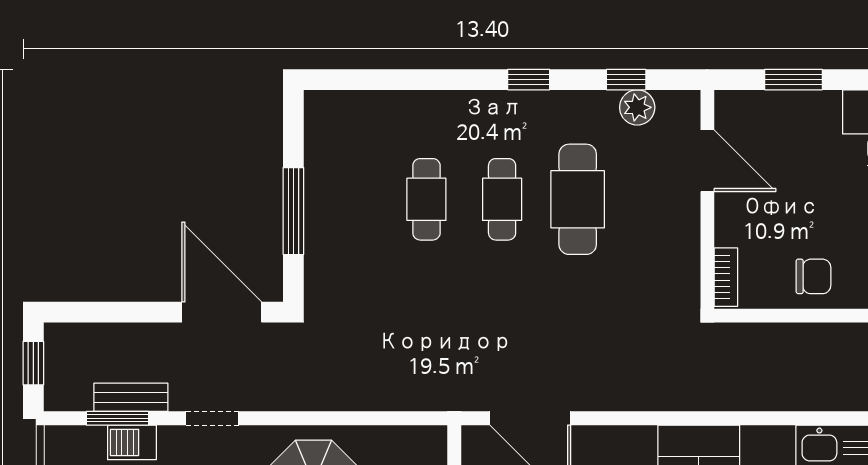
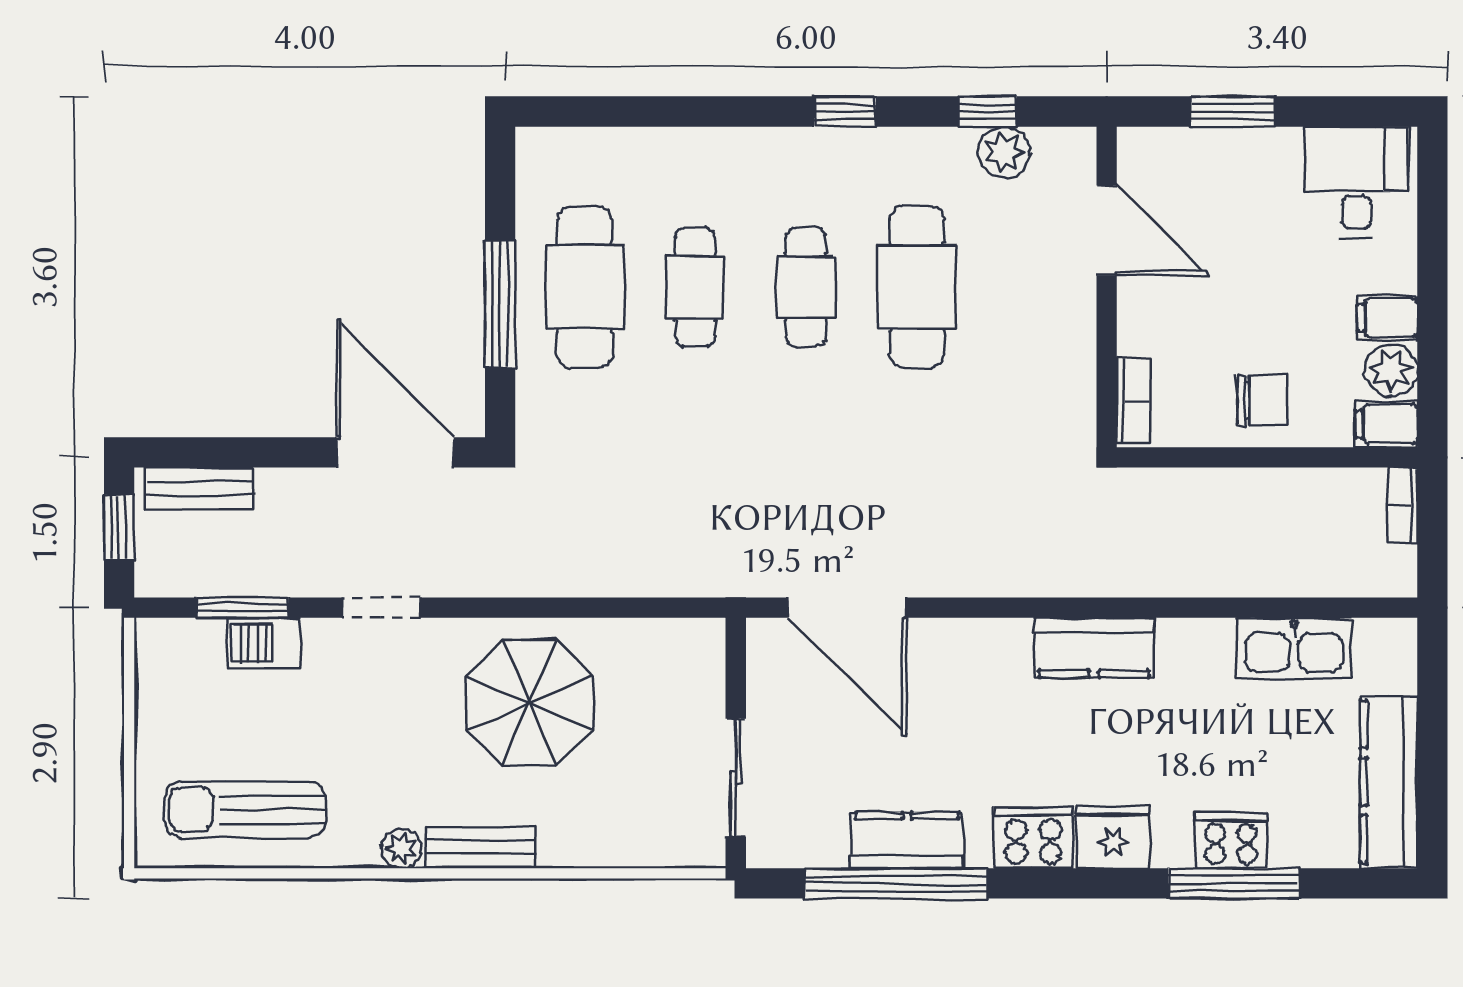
cafe table: (351, 199) -> (584, 287), added
bench: (131, 397) -> (200, 488), moved

